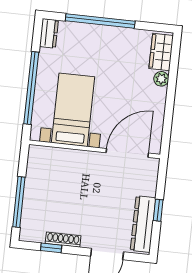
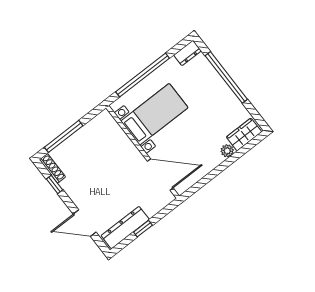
shoe rack: (63, 240) -> (52, 168), moved

